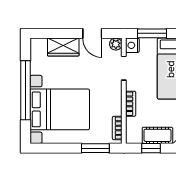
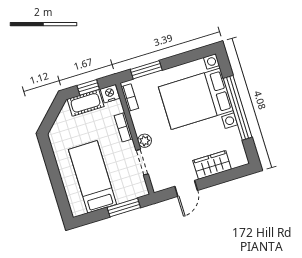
door: (92, 33) -> (186, 188), swing flipped
plant: (116, 44) -> (145, 141), moved
nightstand: (132, 45) -> (110, 94), moved, turned -90

